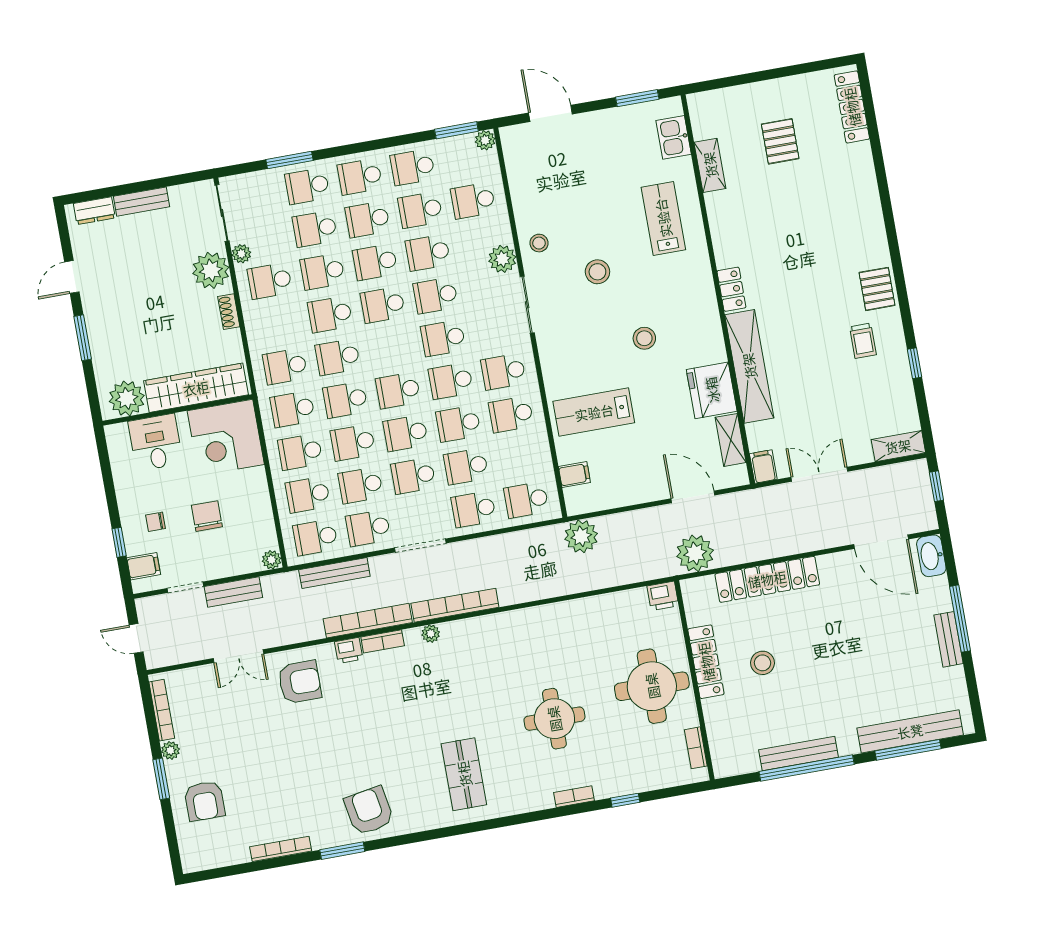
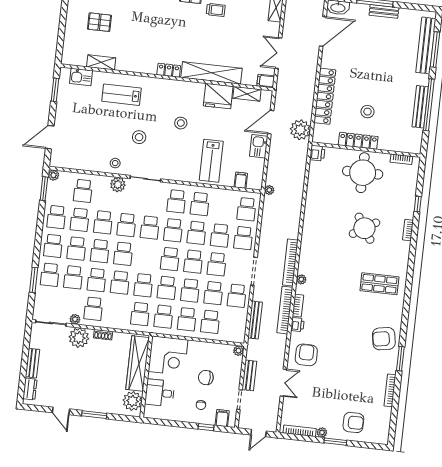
kitchen sink: (644, 488) -> (259, 146), added
plant: (581, 536) -> (269, 190), width x0.53, depth x0.53
school desk: (315, 537) -> (234, 324), removed
round table: (554, 719) -> (364, 228), turned -32

